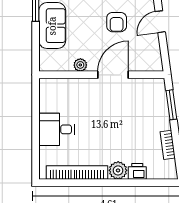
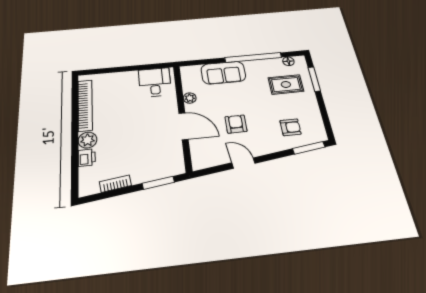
armchair: (117, 22) -> (236, 124), turned 90
desk: (57, 129) -> (155, 82), moved

